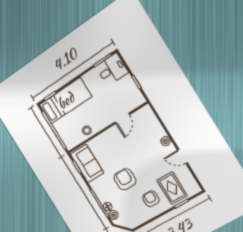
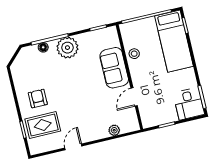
door: (122, 118) -> (134, 97), hinge flipped
plant: (166, 141) -> (114, 130), moved
sofa: (87, 163) -> (114, 68), moved, turned 90
armchair: (125, 179) -> (68, 77), removed
armchair: (151, 199) -> (38, 99), turned -90
plant: (113, 215) -> (67, 48), moved, width x1.87, depth x1.87

